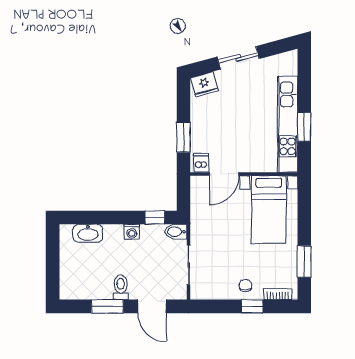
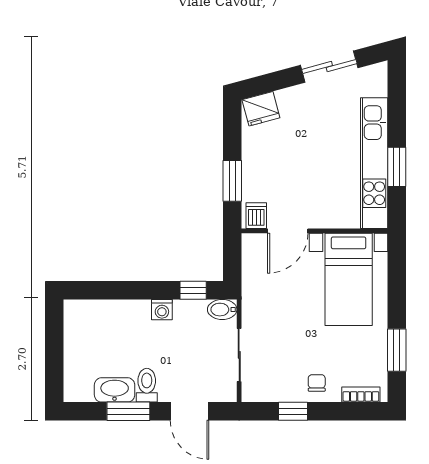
sliding door: (238, 58) -> (329, 67), moved
washbasin: (88, 233) -> (115, 390), moved, turned 180
window: (252, 306) -> (293, 411), moved

